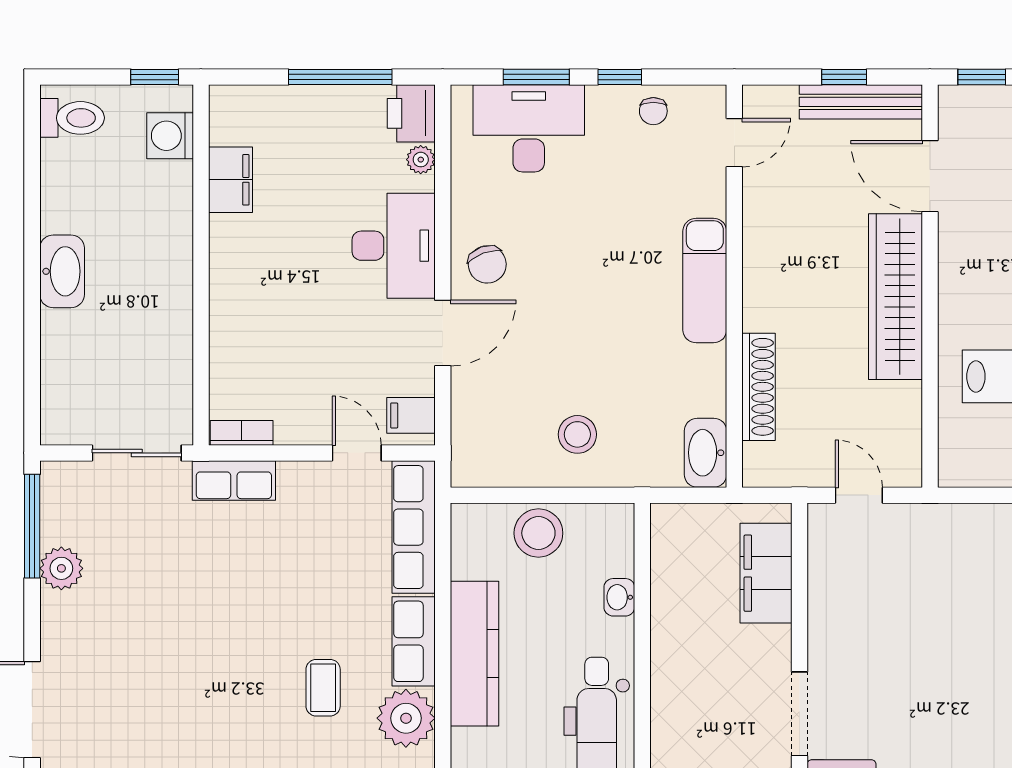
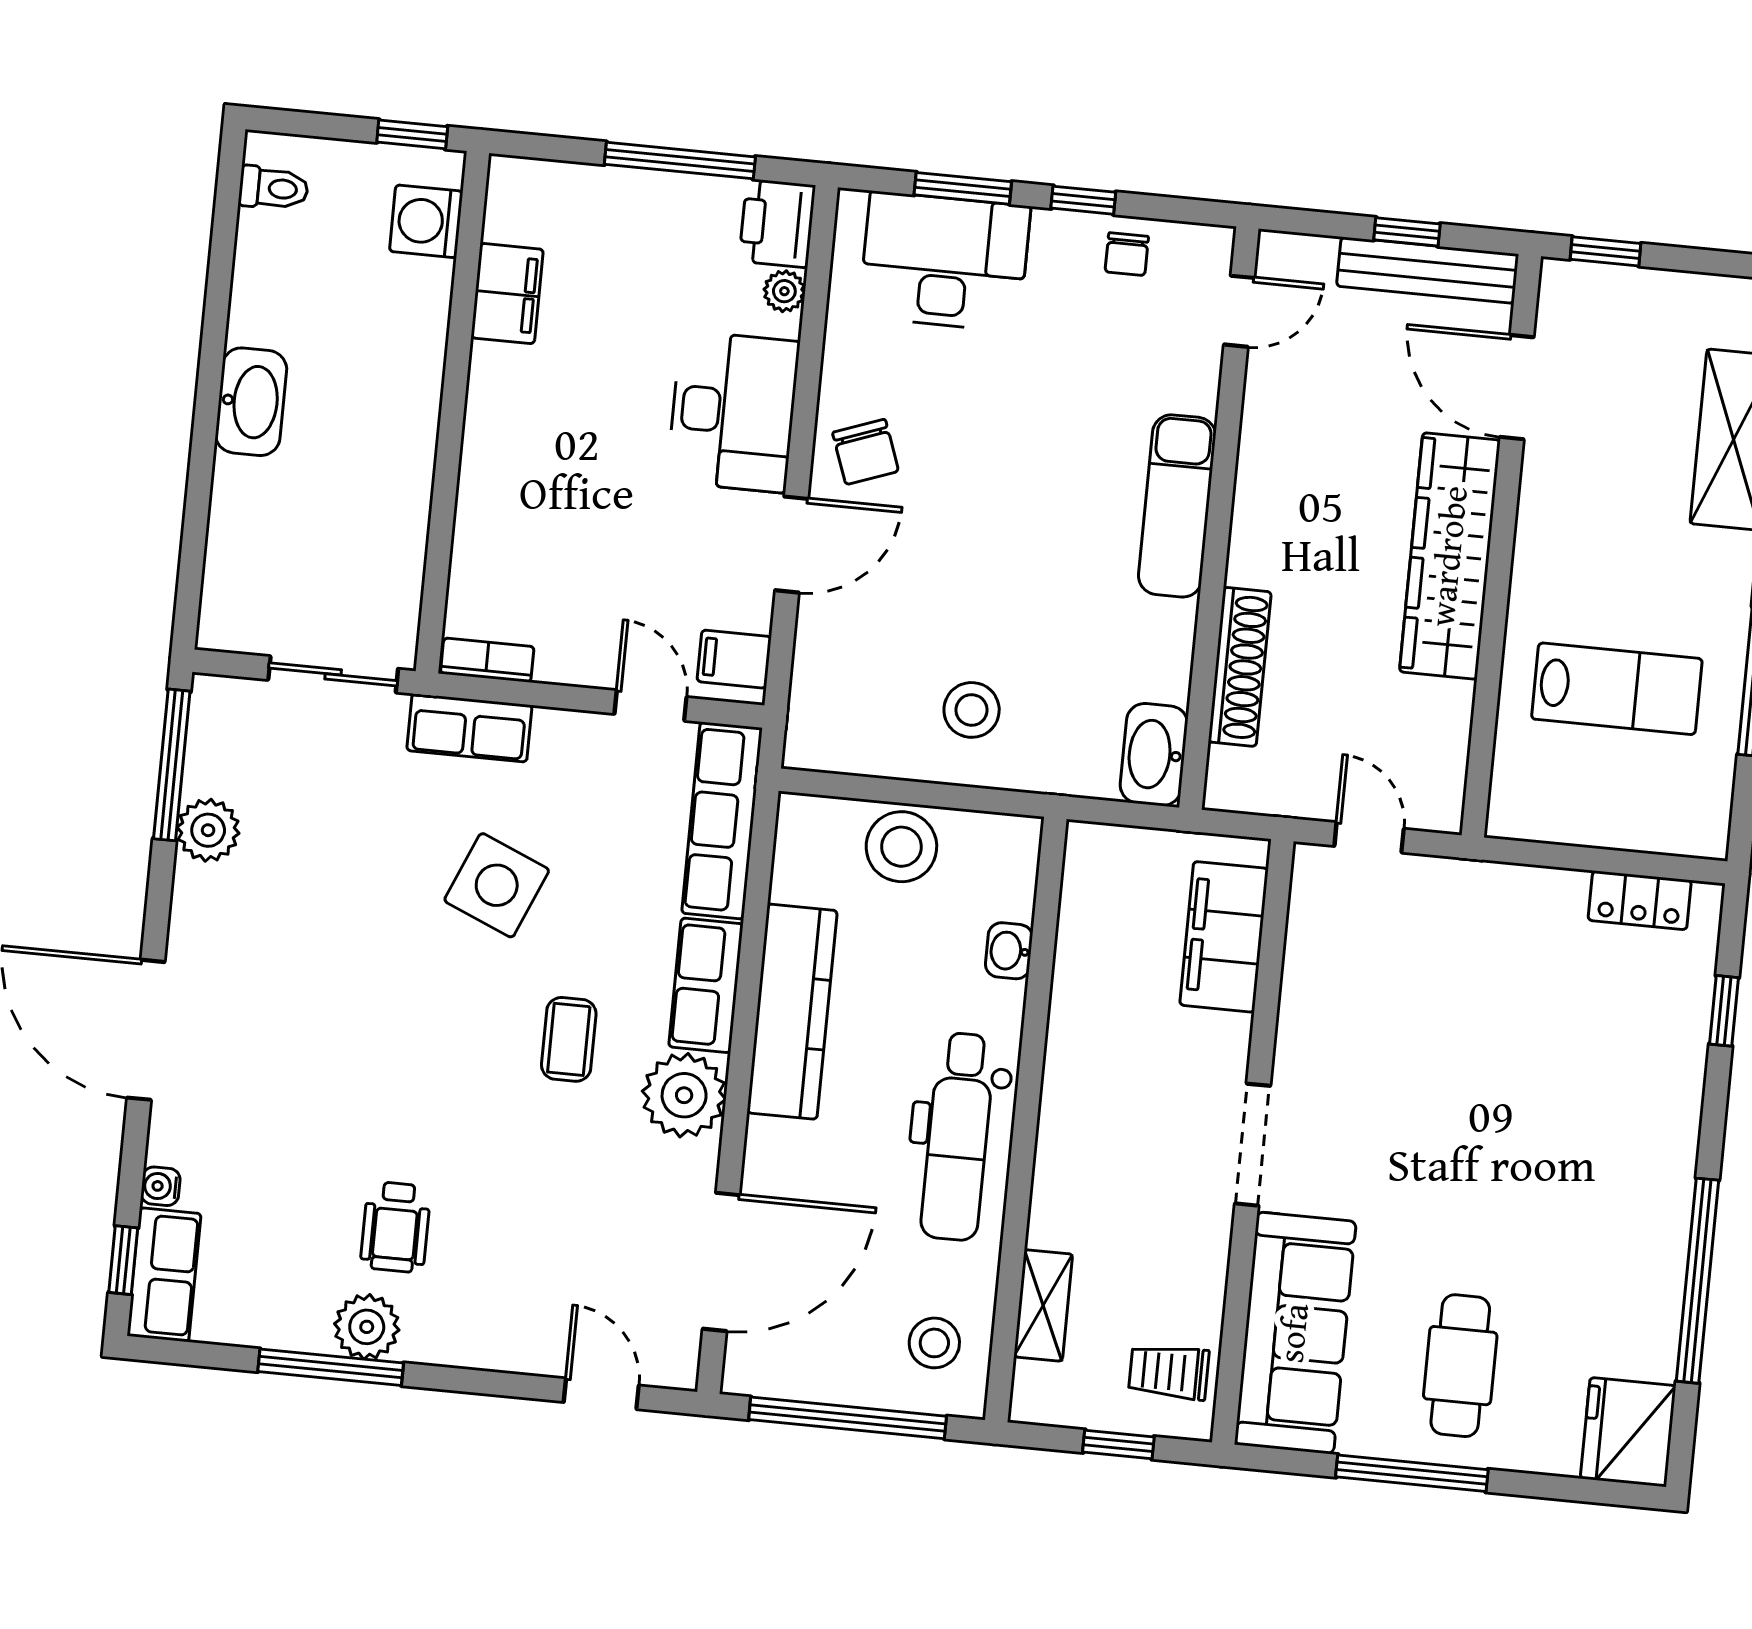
toilet: (72, 118) -> (273, 188), width x0.73, depth x0.72
side table: (263, 587) -> (497, 885), added

